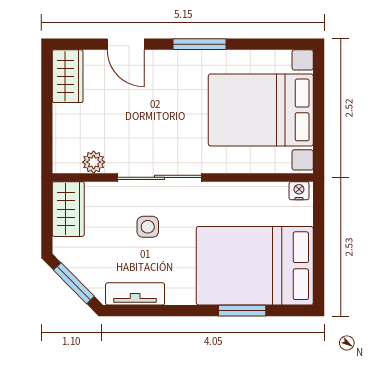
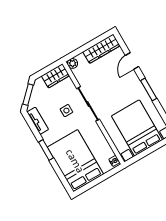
wardrobe: (68, 76) -> (101, 49), width x1.50
plant: (94, 162) -> (72, 63), moved
window: (242, 311) -> (46, 150), moved

